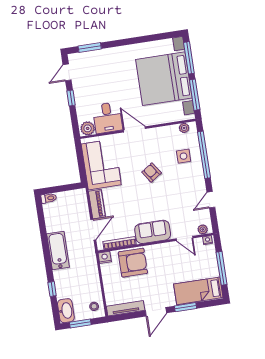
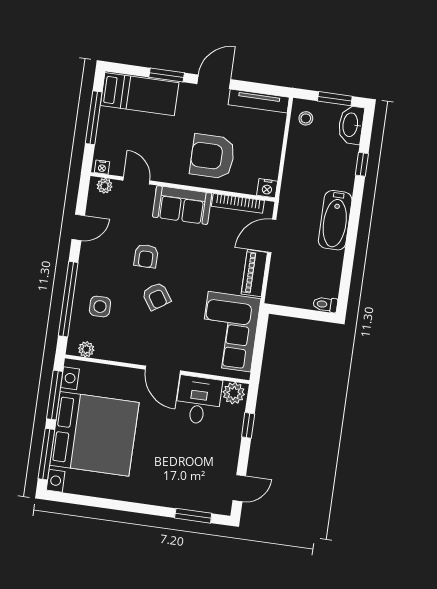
window: (71, 98) -> (248, 425), moved
armchair: (165, 195) -> (146, 256), added
armchair: (133, 263) -> (212, 156), moved

